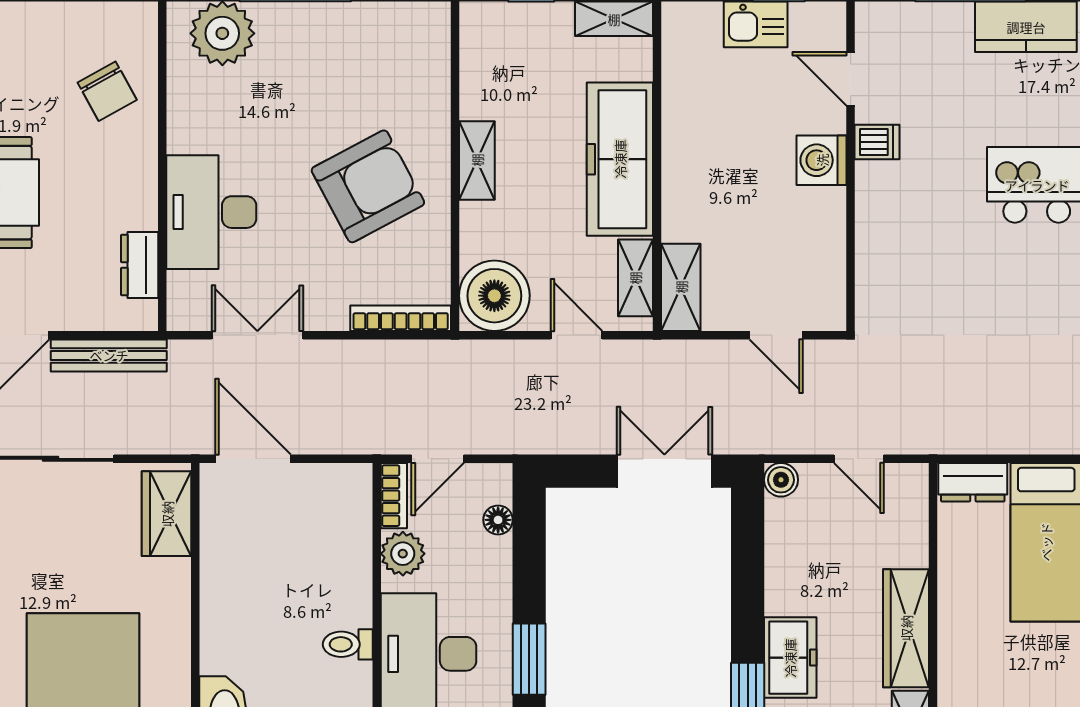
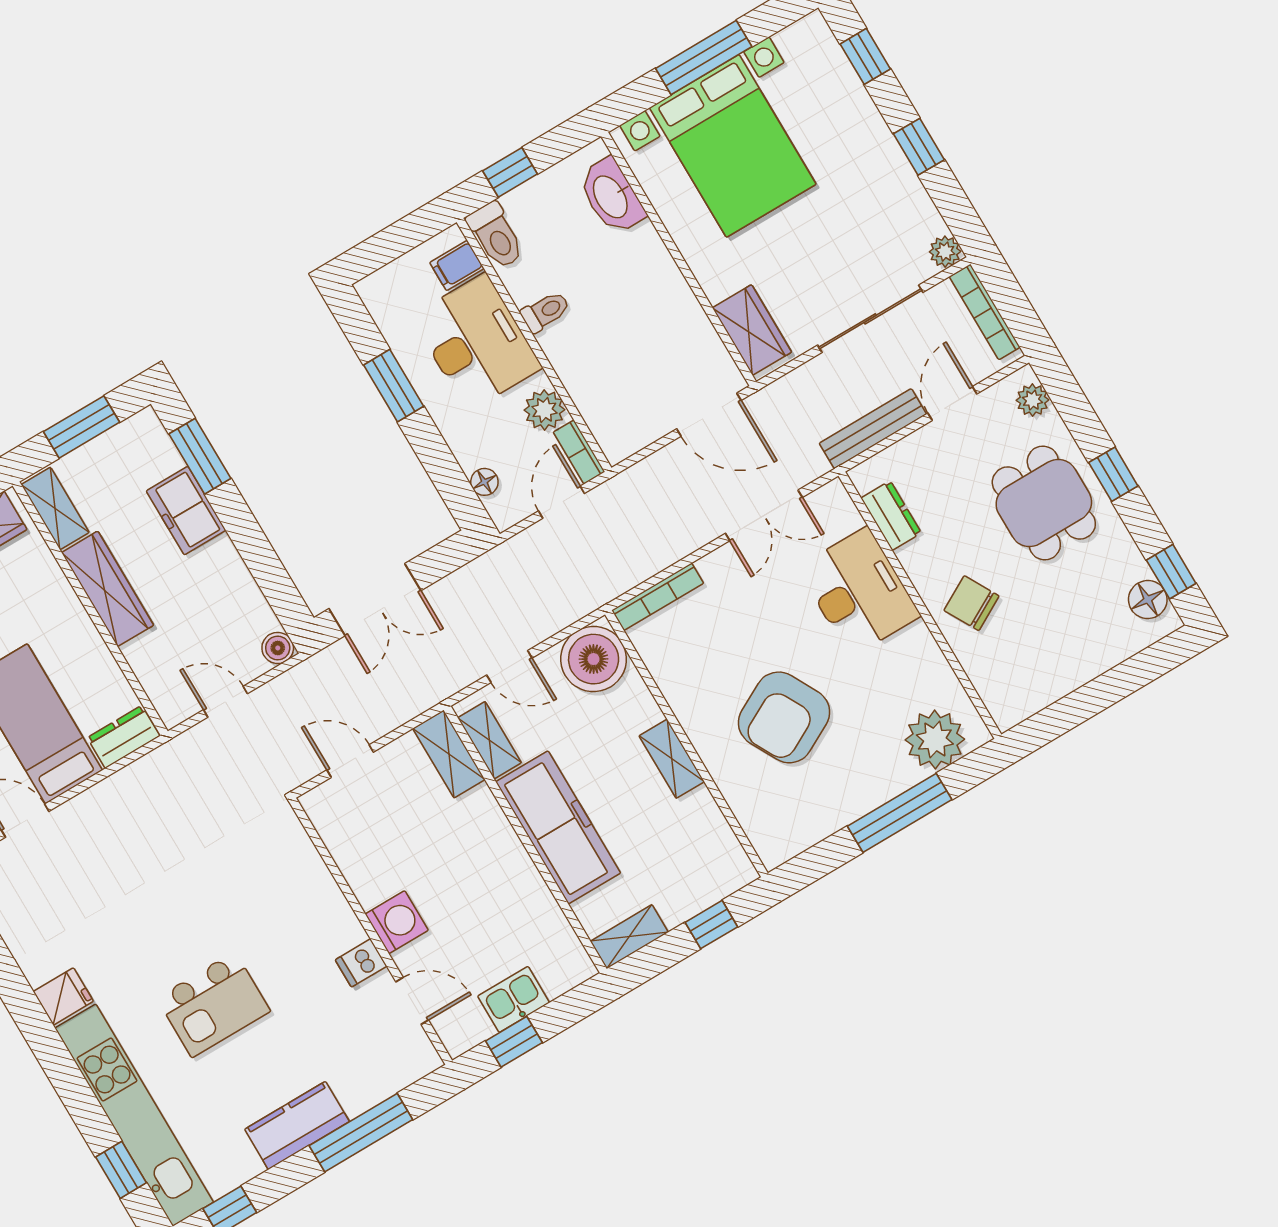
chair: (107, 91) -> (971, 603), moved
armchair: (368, 186) -> (784, 717), moved

